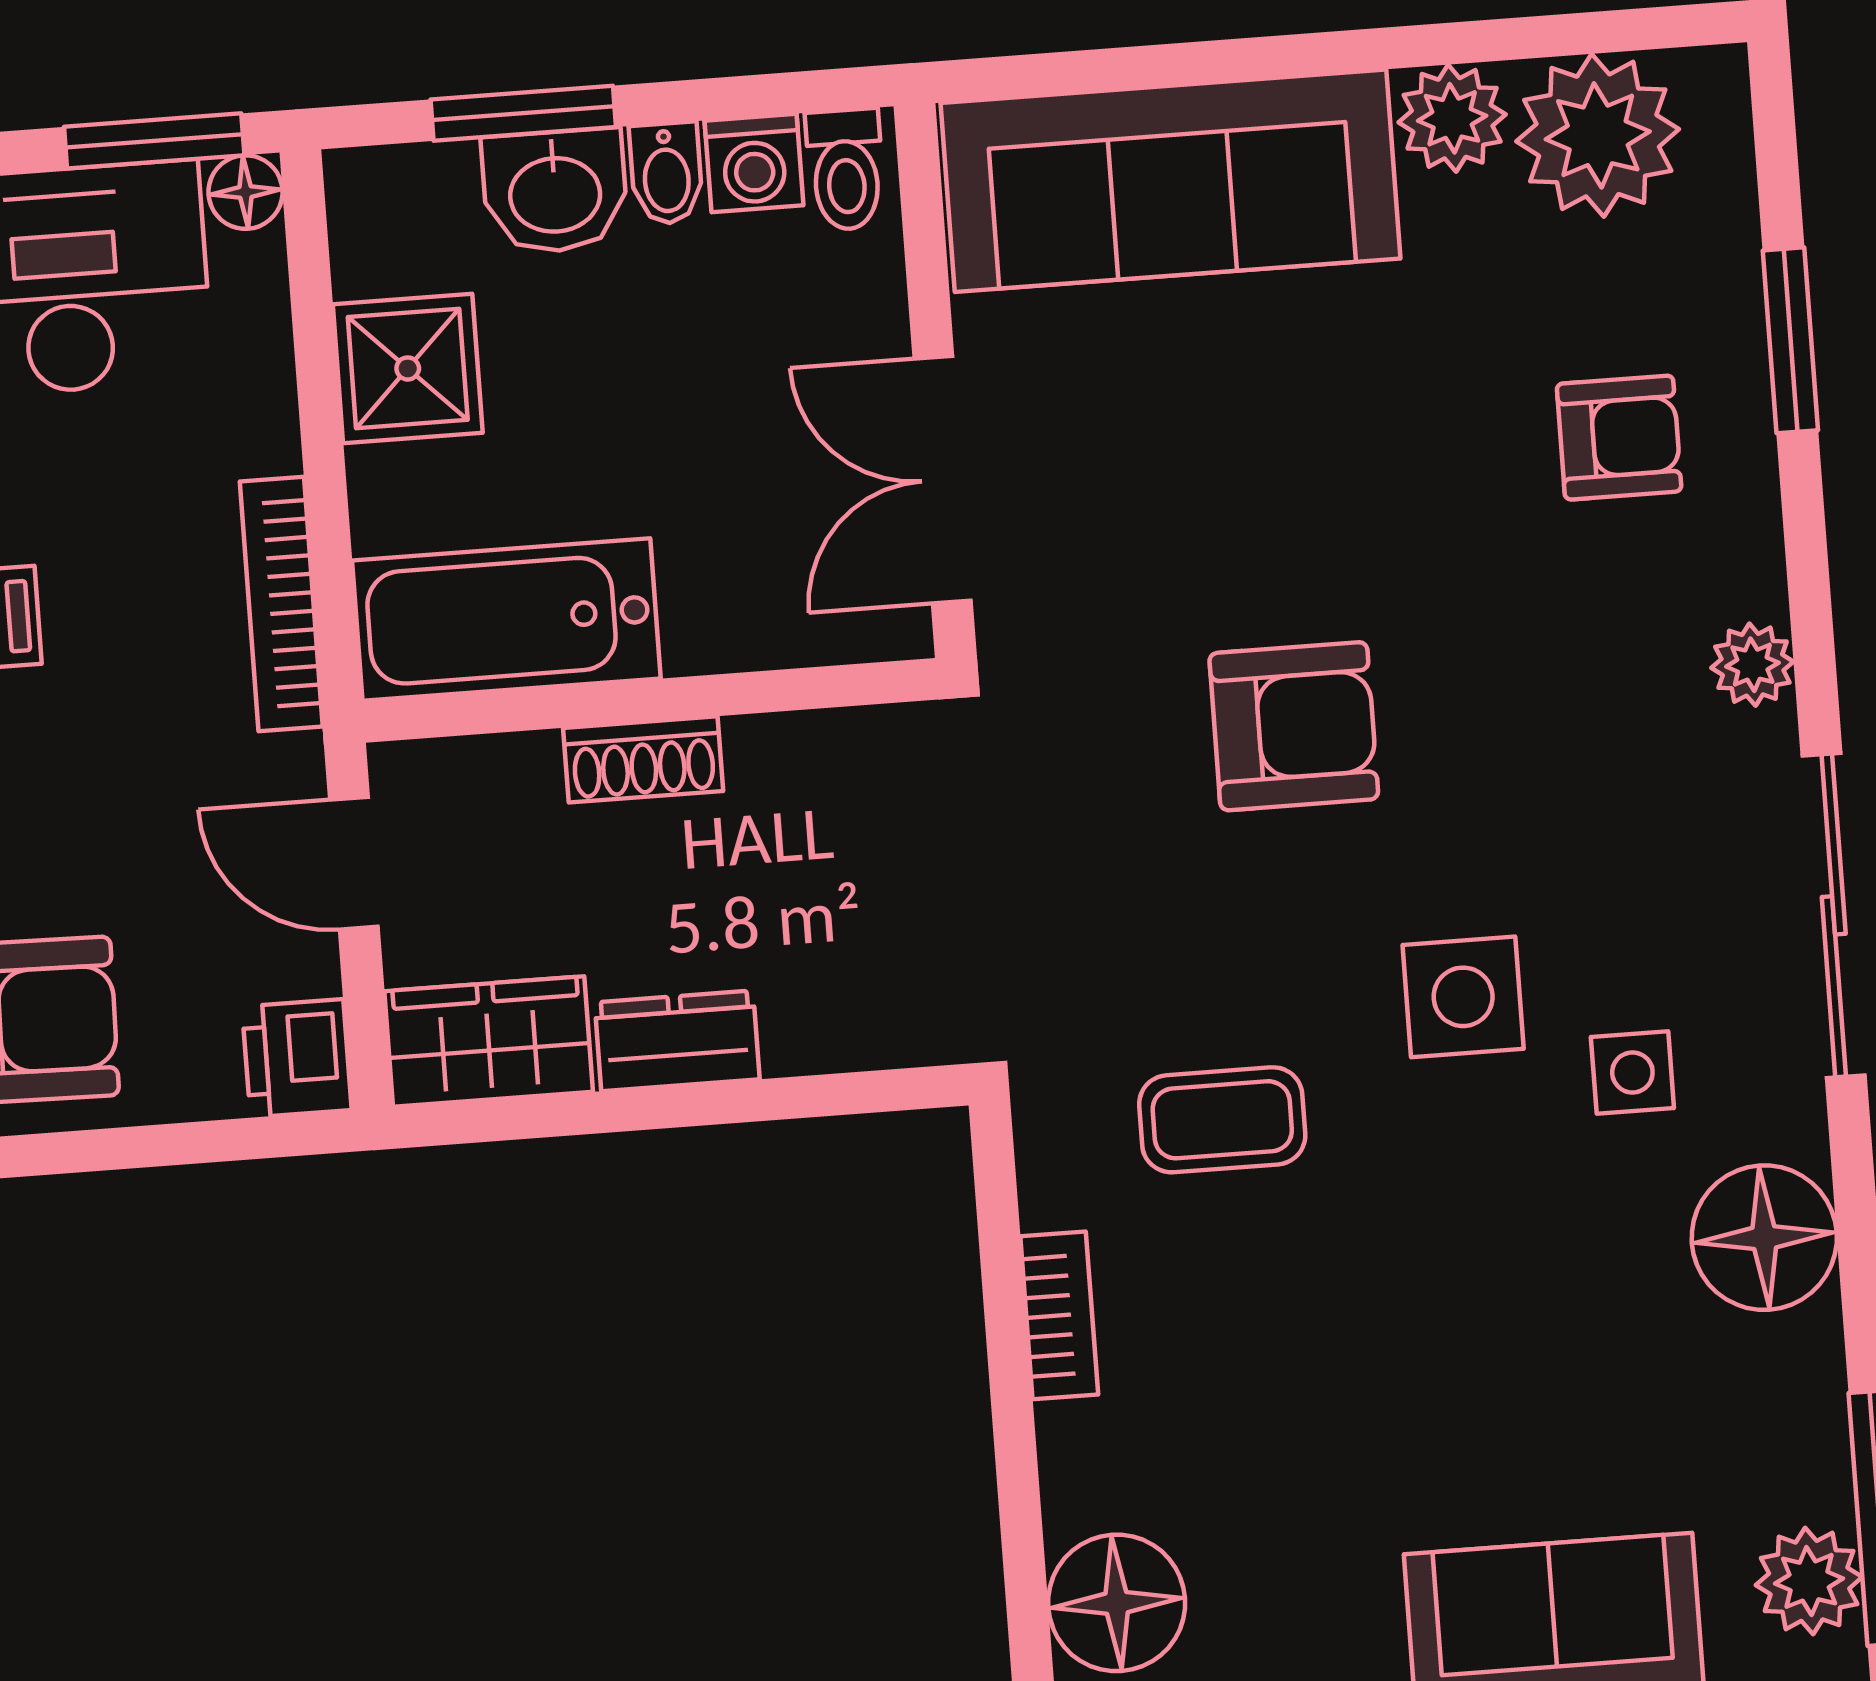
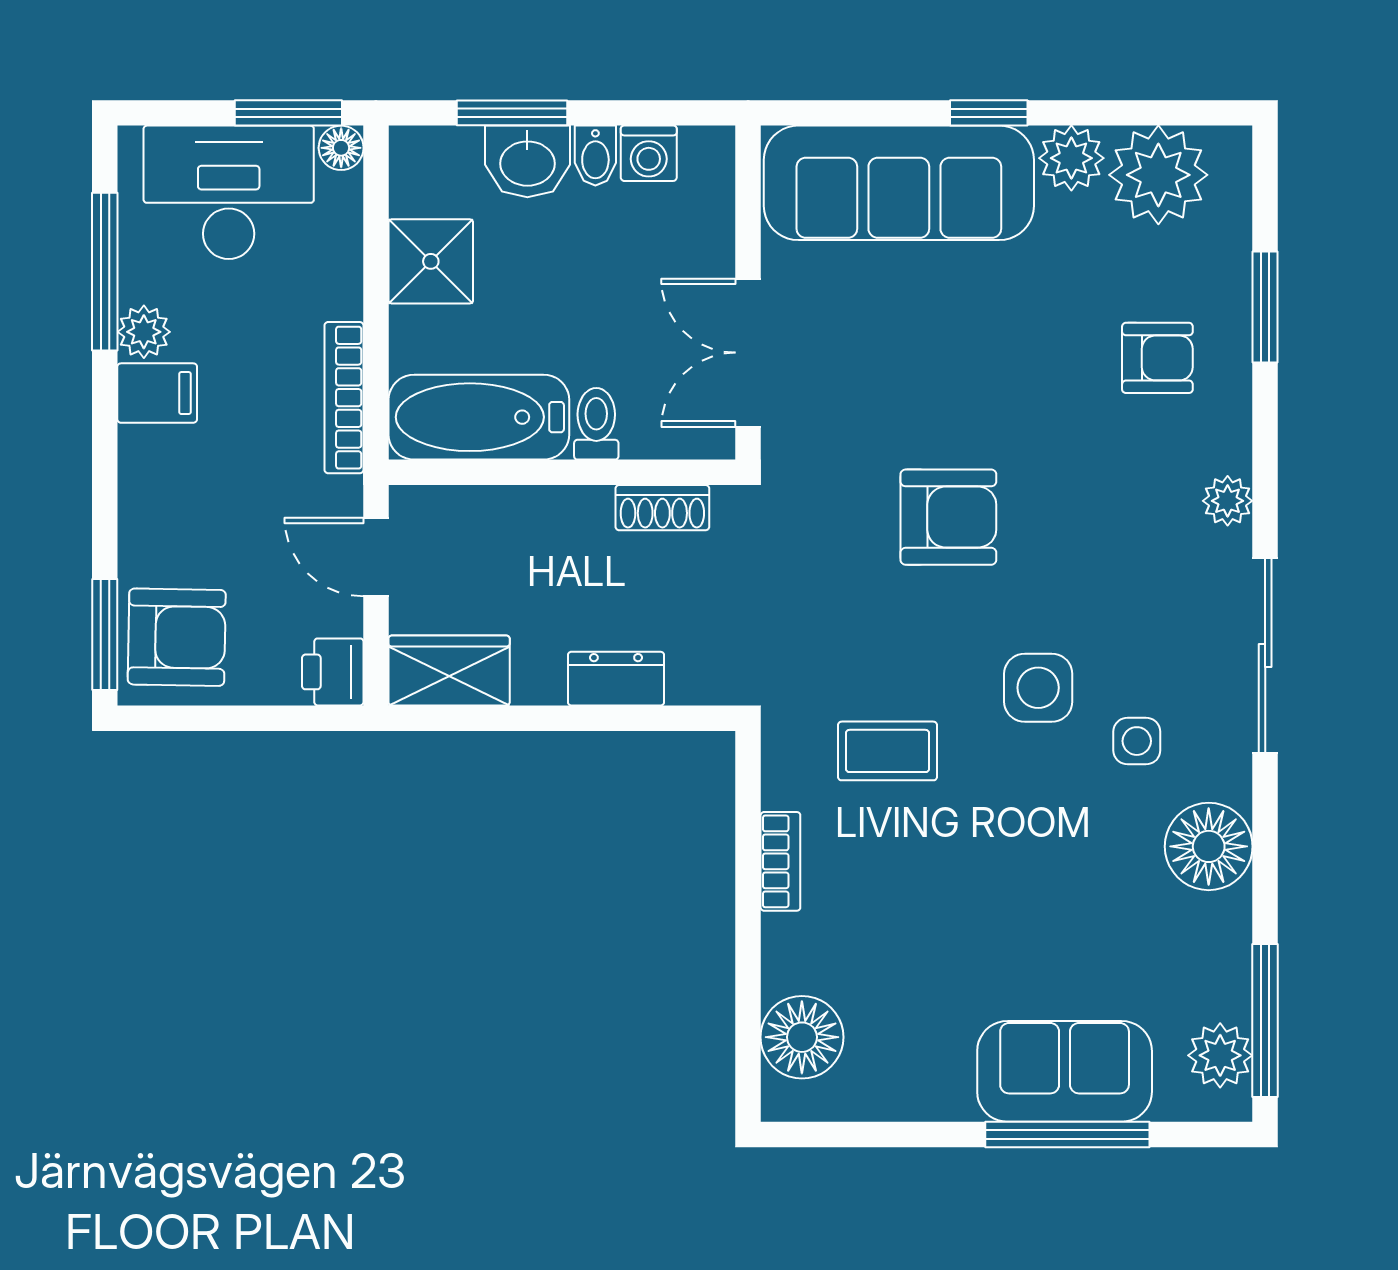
window: (1310, 54) -> (989, 113), added
toilet: (846, 170) -> (596, 424), moved, turned 180
shoe rack: (643, 759) -> (662, 508), moved
dresser: (677, 1041) -> (616, 679), moved

